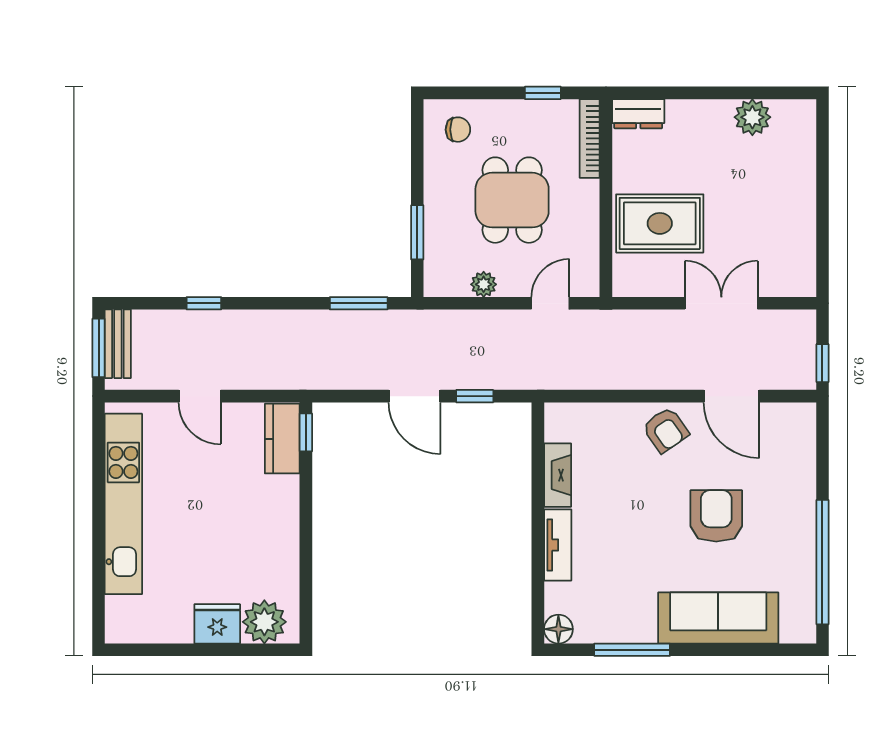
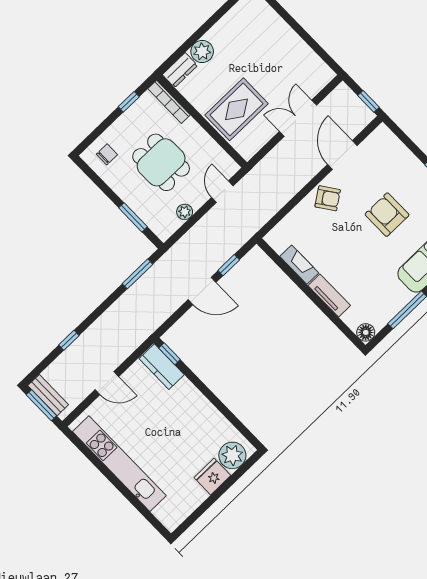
plant: (752, 117) -> (202, 52), moved
door: (731, 396) -> (342, 155), swing flipped

